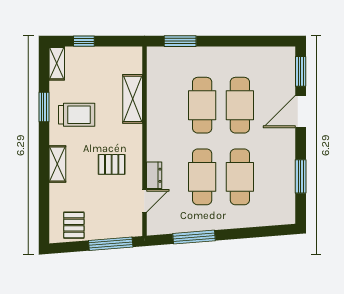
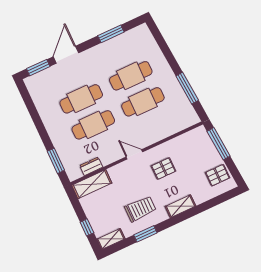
shelving: (133, 99) -> (92, 184), moved
door: (301, 111) -> (66, 55), swing flipped
trolley: (77, 115) -> (140, 209), turned 90
pallet: (112, 164) -> (163, 169), turned 90
dresser: (154, 175) -> (91, 166), moved
door: (144, 201) -> (134, 154), moved

